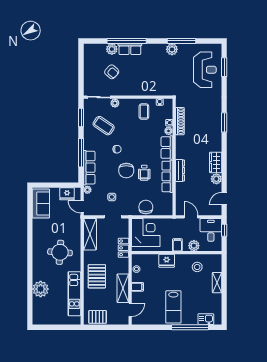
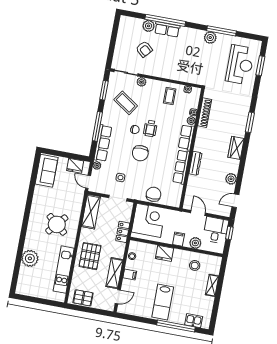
wardrobe: (216, 162) -> (236, 148), moved
wheelchair: (144, 173) -> (150, 128), moved
round table: (60, 252) -> (57, 224), turned 36

